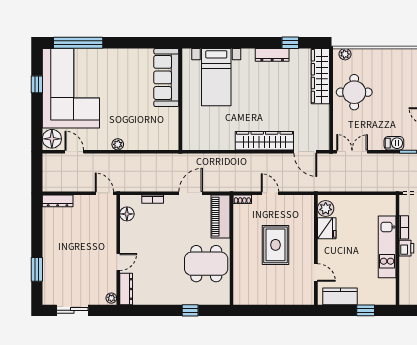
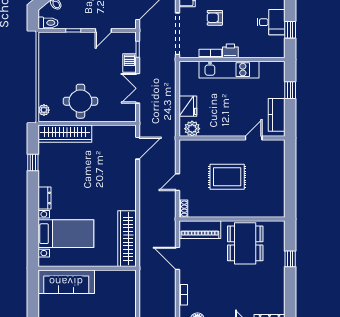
dresser: (272, 55) -> (45, 198), moved, width x0.70
wardrobe: (264, 141) -> (127, 239), moved
double door: (352, 152) -> (138, 88), moved
fridge: (327, 228) -> (188, 106), moved, turned 90

